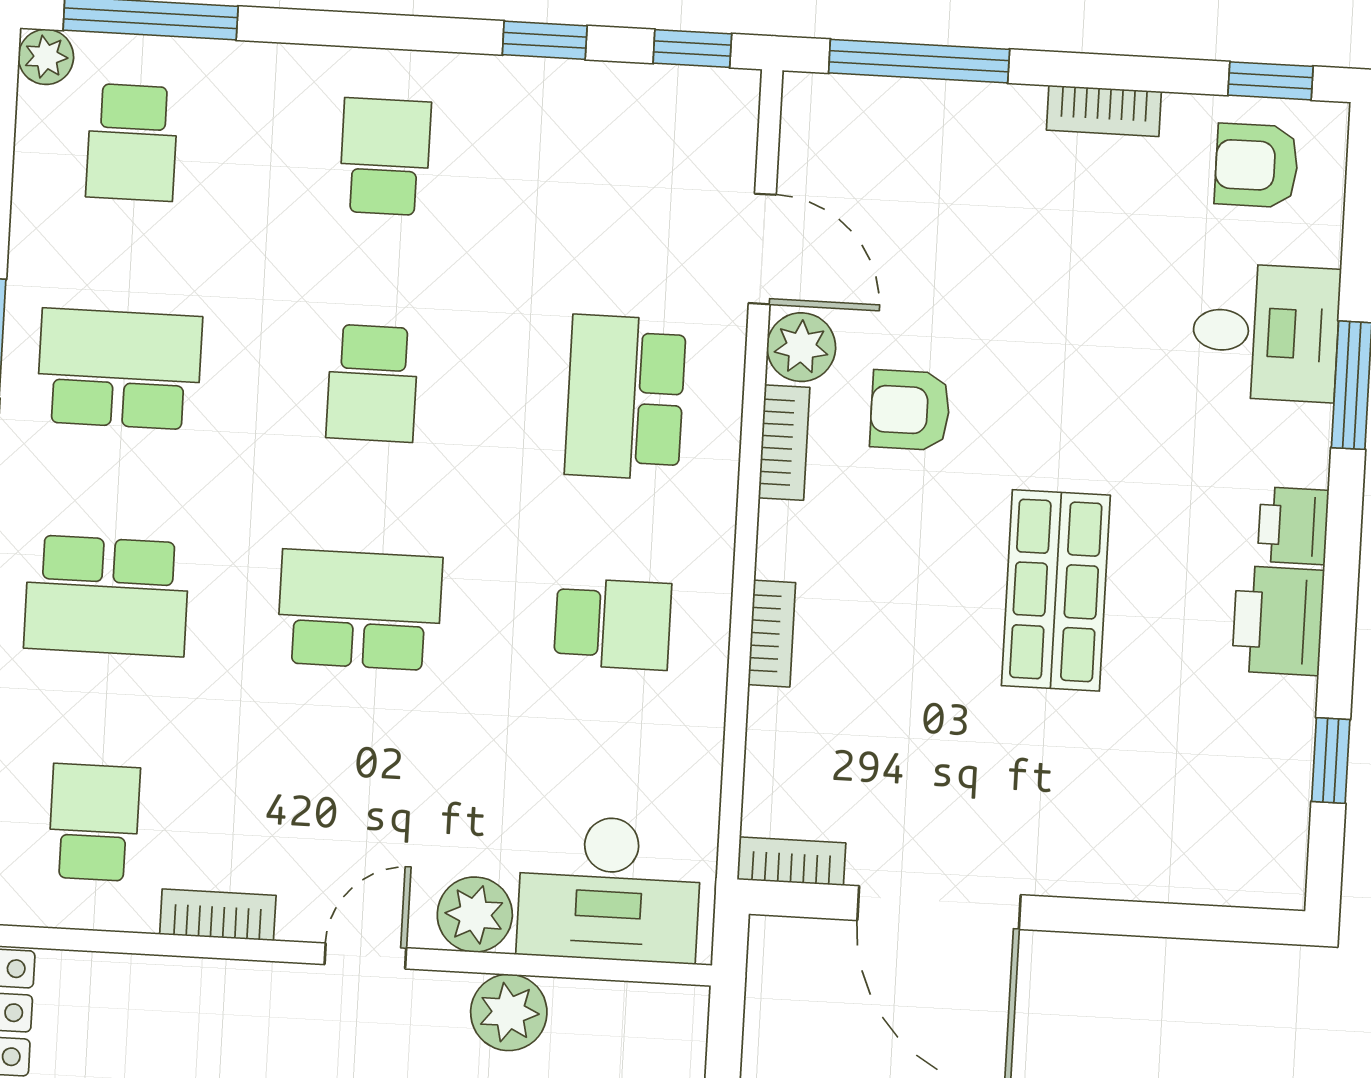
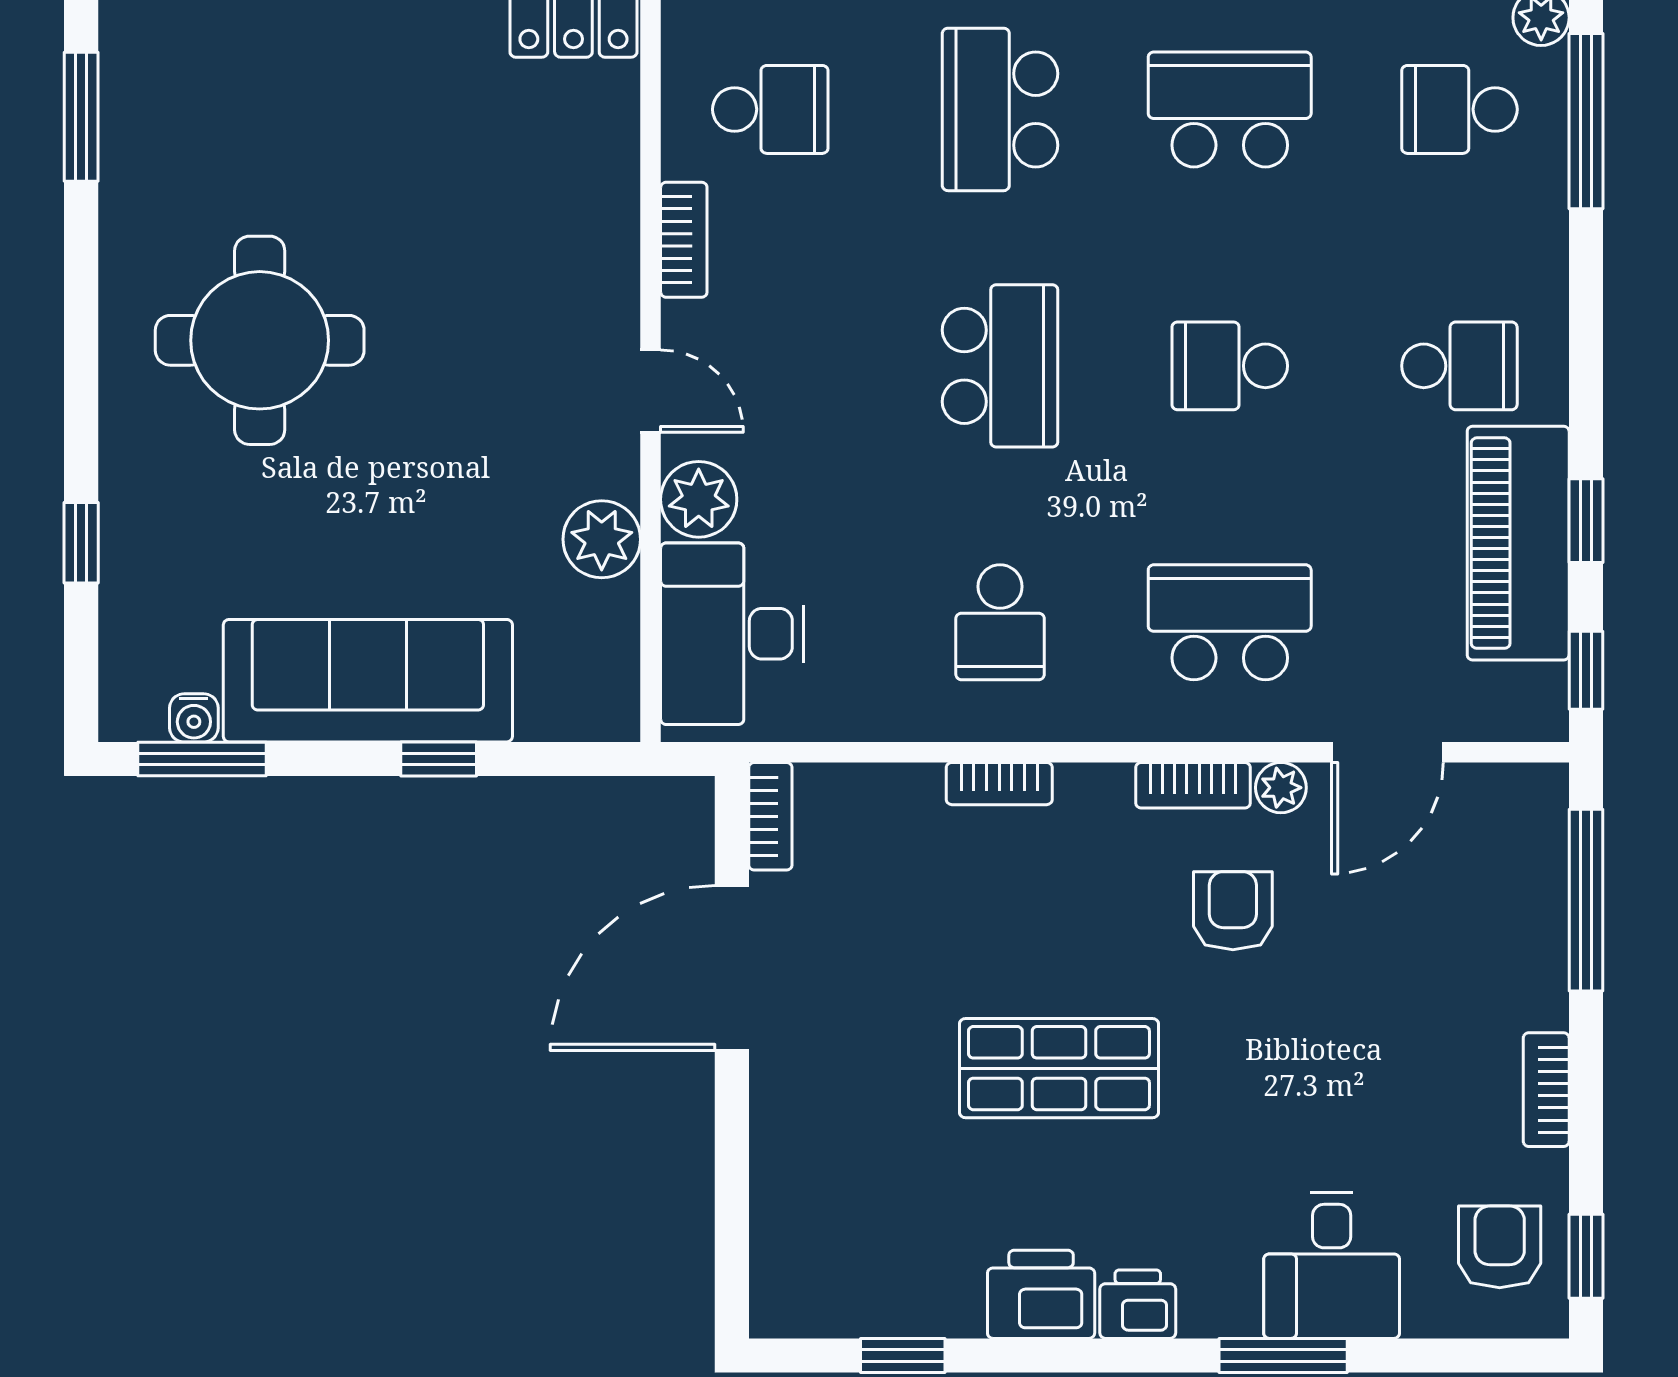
piano: (563, 108) -> (1518, 543), added
plant: (801, 347) -> (1281, 788), width x0.73, depth x0.73
school desk: (119, 369) -> (1230, 109), turned -90

